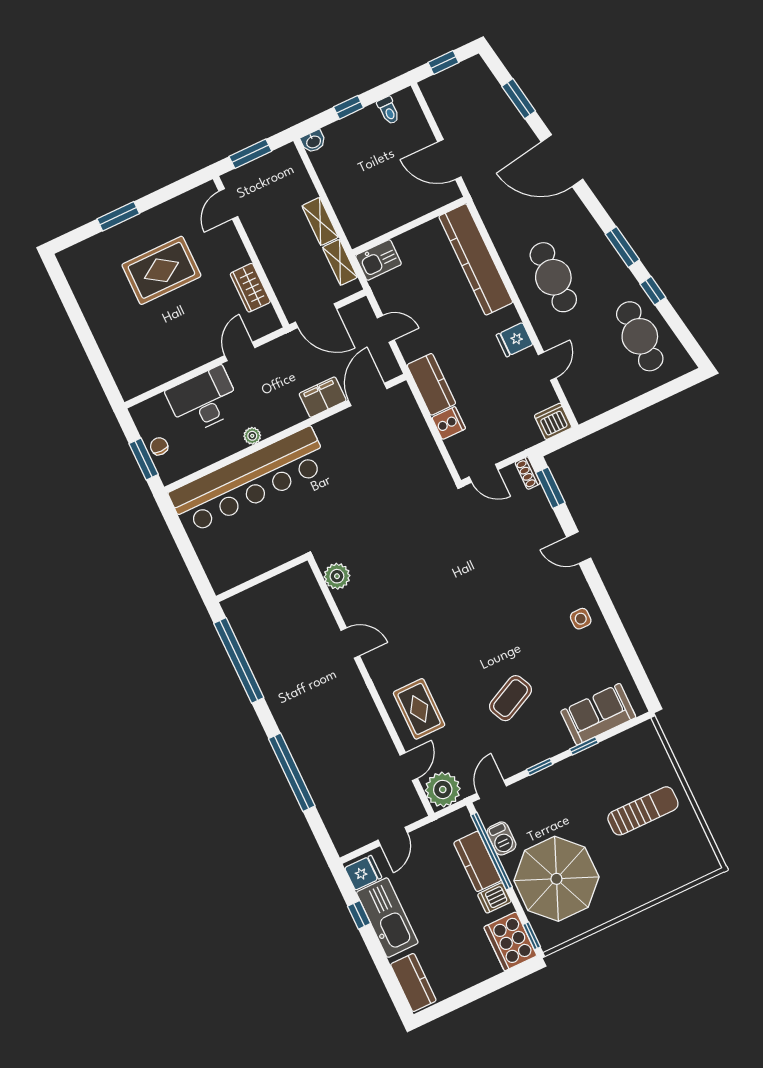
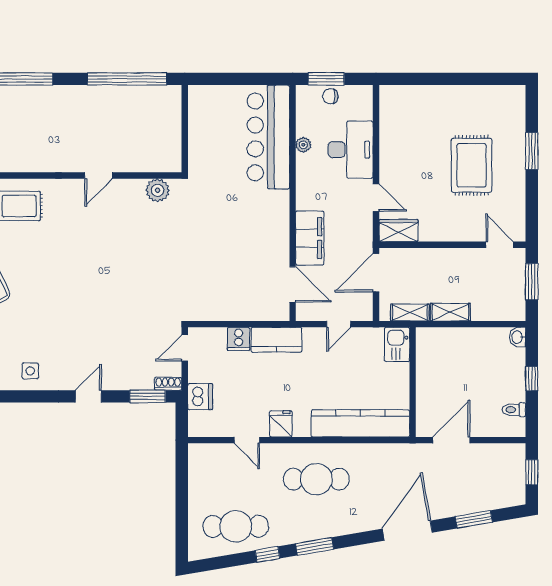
wardrobe: (250, 288) -> (399, 230), moved
filing cabinet: (323, 397) -> (310, 238), width x1.50, depth x1.17
dishwasher: (553, 421) -> (200, 397), moved
plant: (252, 436) -> (303, 145), moved
chair: (159, 446) -> (330, 96), turned 180
bar counter: (249, 481) -> (268, 137), width x0.73

